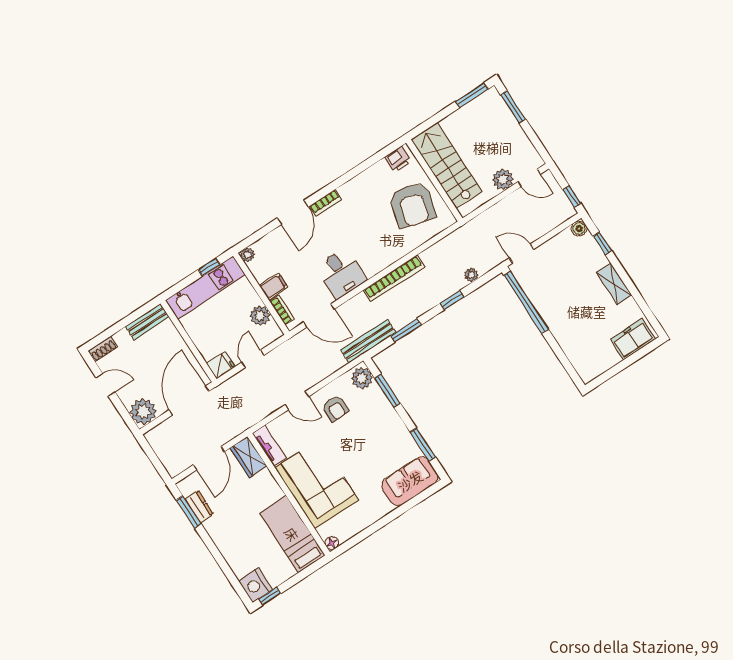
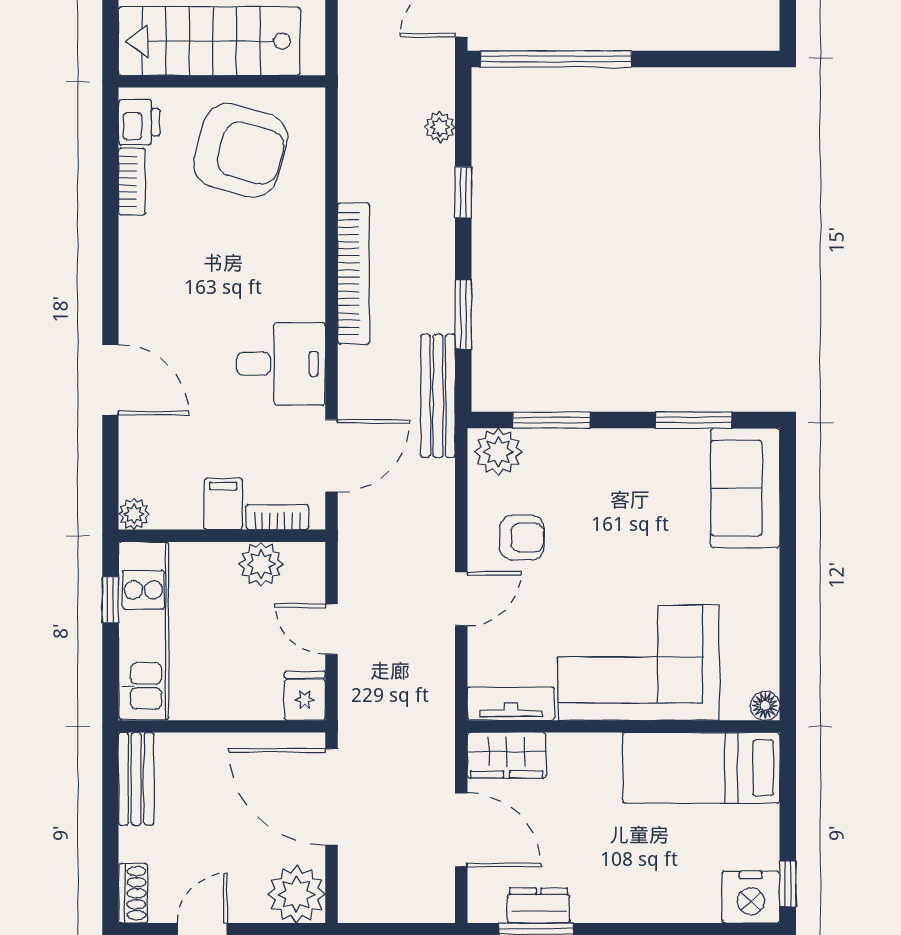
bookcase: (325, 203) -> (132, 182), moved

